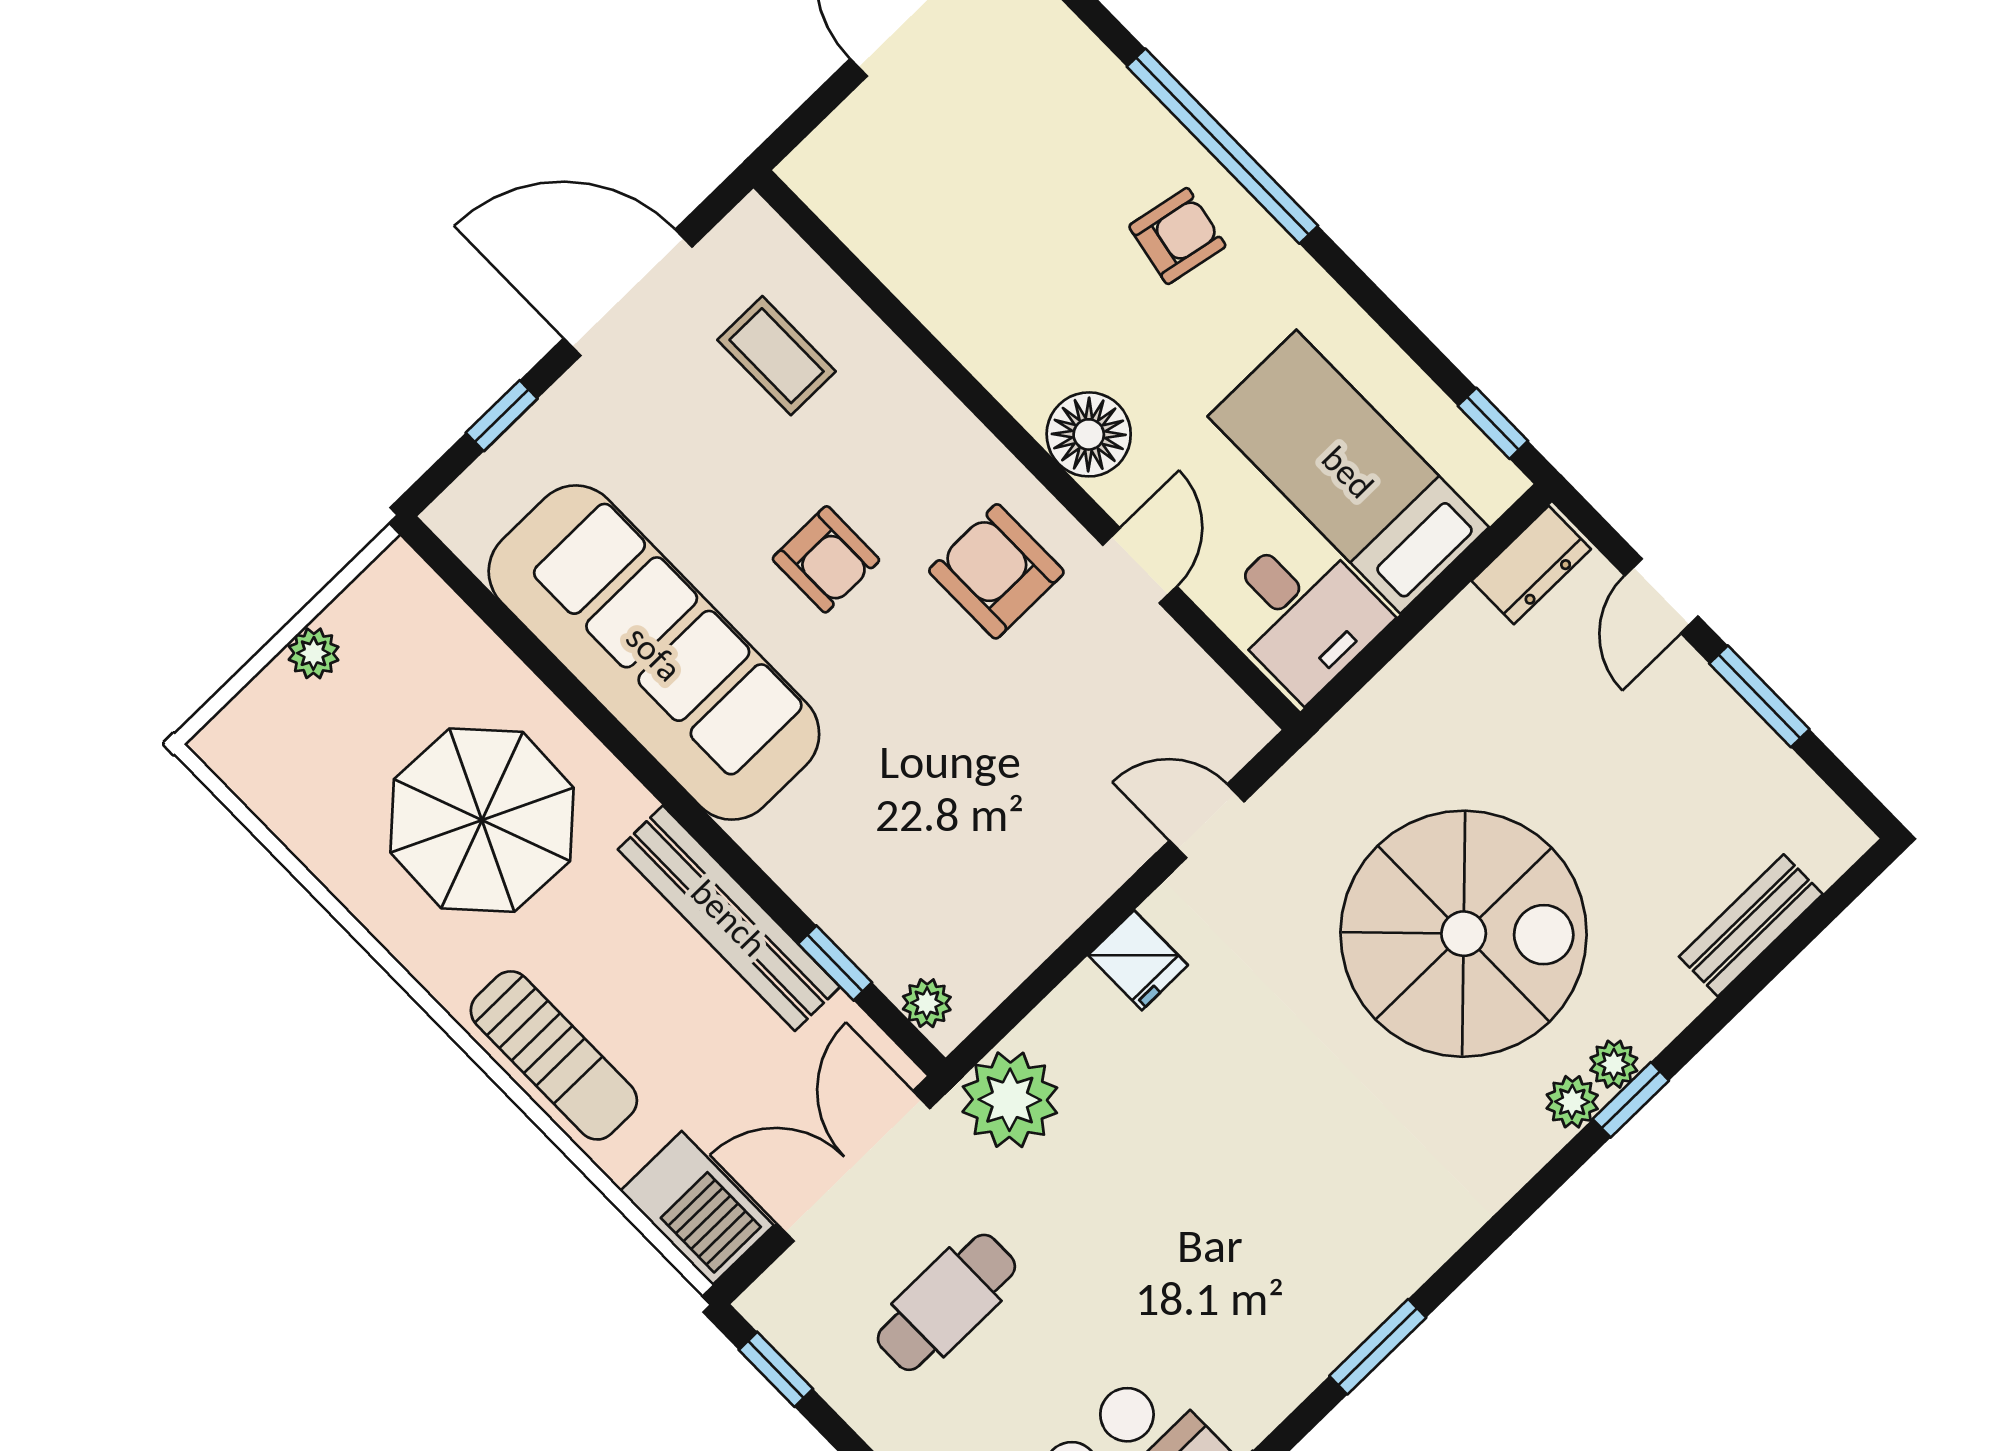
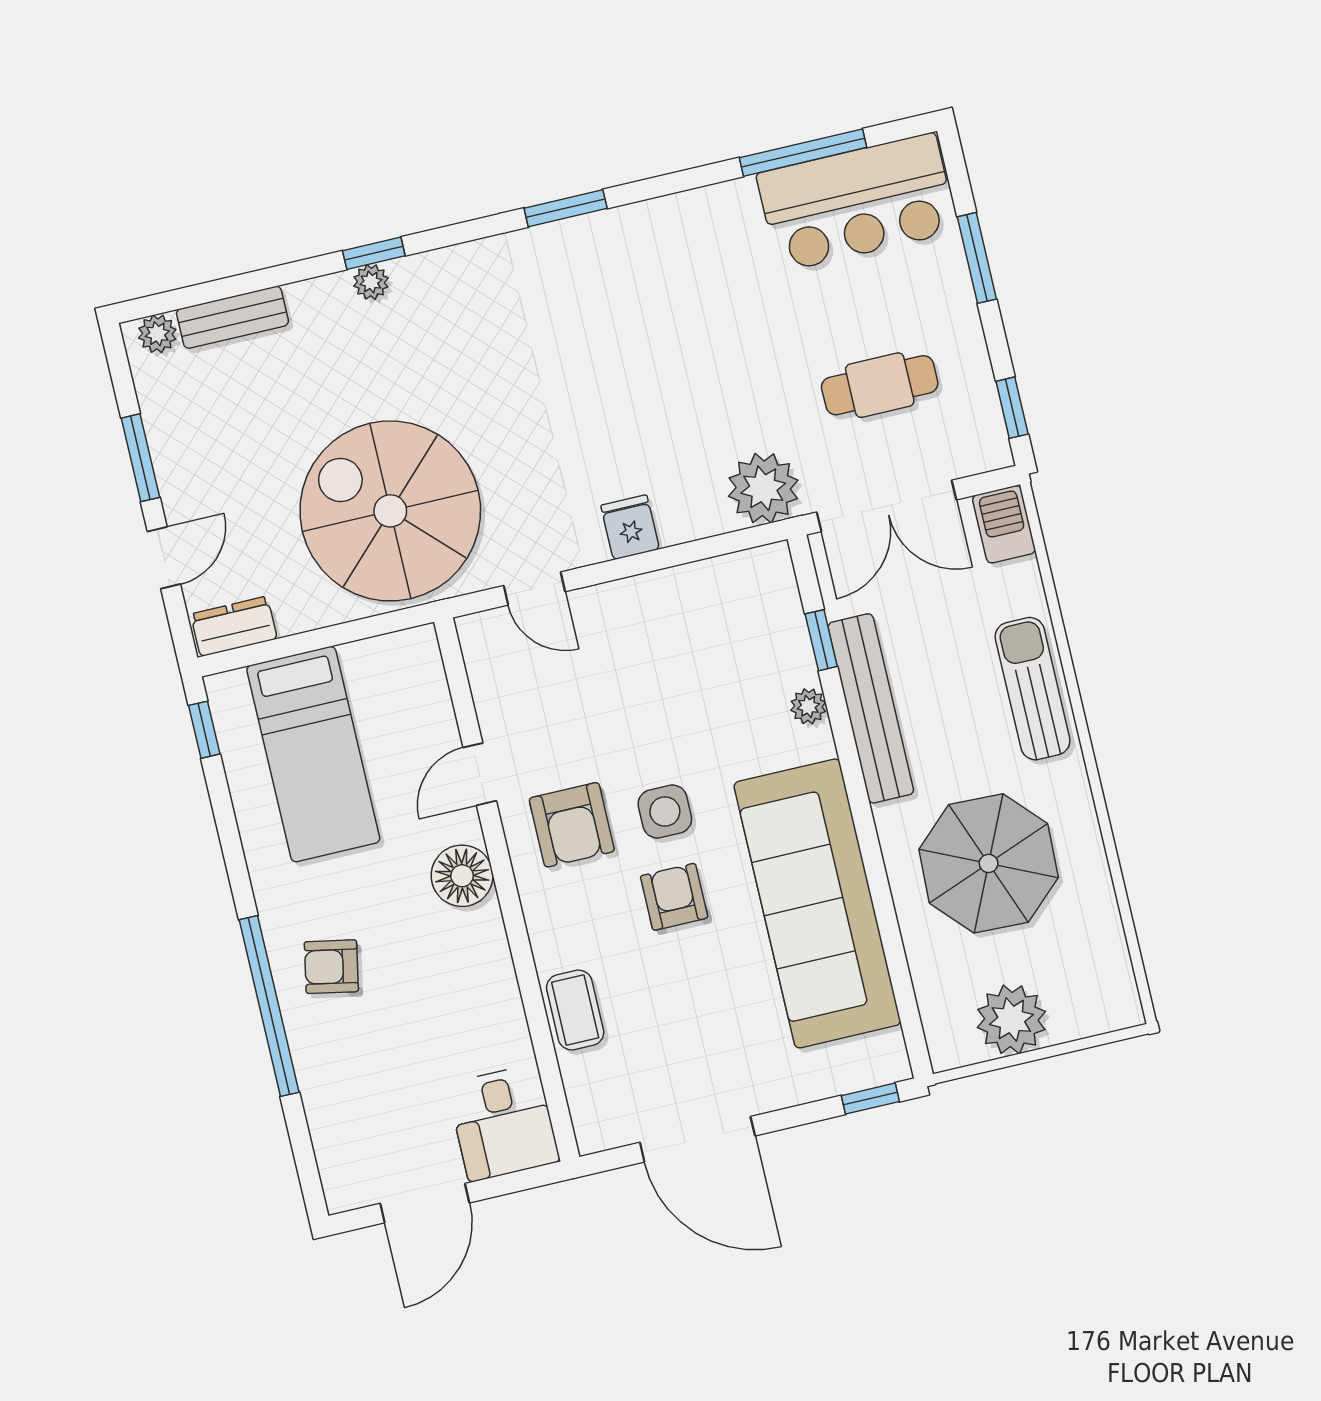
coffee table: (777, 356) -> (575, 1010), moved
window: (502, 416) -> (870, 1099), moved
desk: (1302, 613) -> (503, 1123), moved, turned 180
plant: (314, 653) -> (1011, 1020), width x1.88, depth x1.88
side table: (897, 653) -> (665, 811), added
spiral stairs: (1464, 934) -> (390, 511), moved
plant: (927, 1003) -> (808, 706), moved
plant: (1572, 1102) -> (157, 334), moved
barbecue: (697, 1208) -> (1004, 524), width x0.73, depth x0.79
window: (1378, 1347) -> (566, 208), moved

